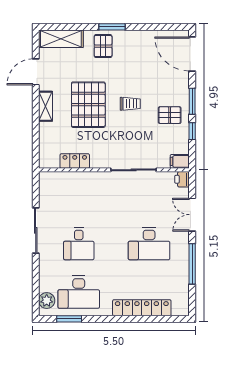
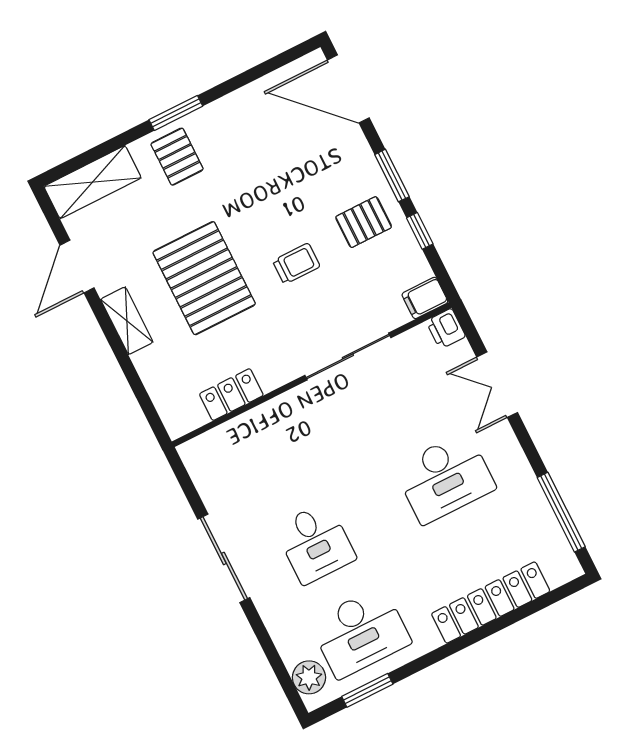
trolley: (130, 104) -> (296, 264), moved
window: (192, 264) -> (561, 512), moved

